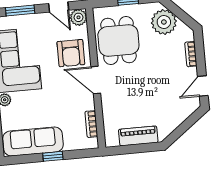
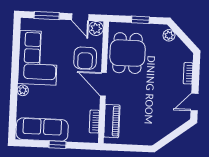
plant: (164, 22) -> (169, 35), width x0.53, depth x0.53
piano: (138, 136) -> (112, 121), moved, turned 90

